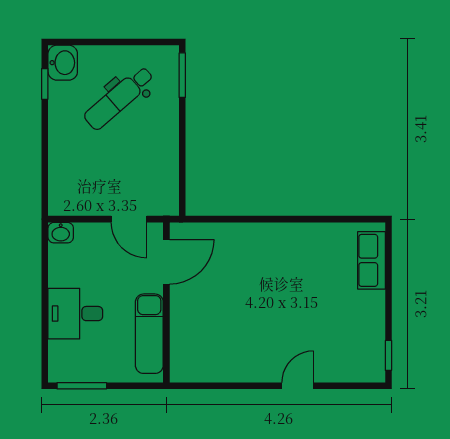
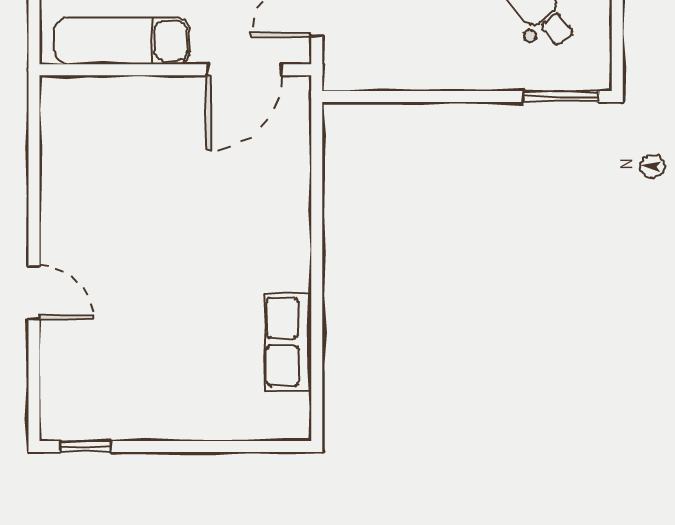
row of seats: (372, 260) -> (288, 342), moved, turned -90
door: (166, 262) -> (244, 70), hinge flipped

